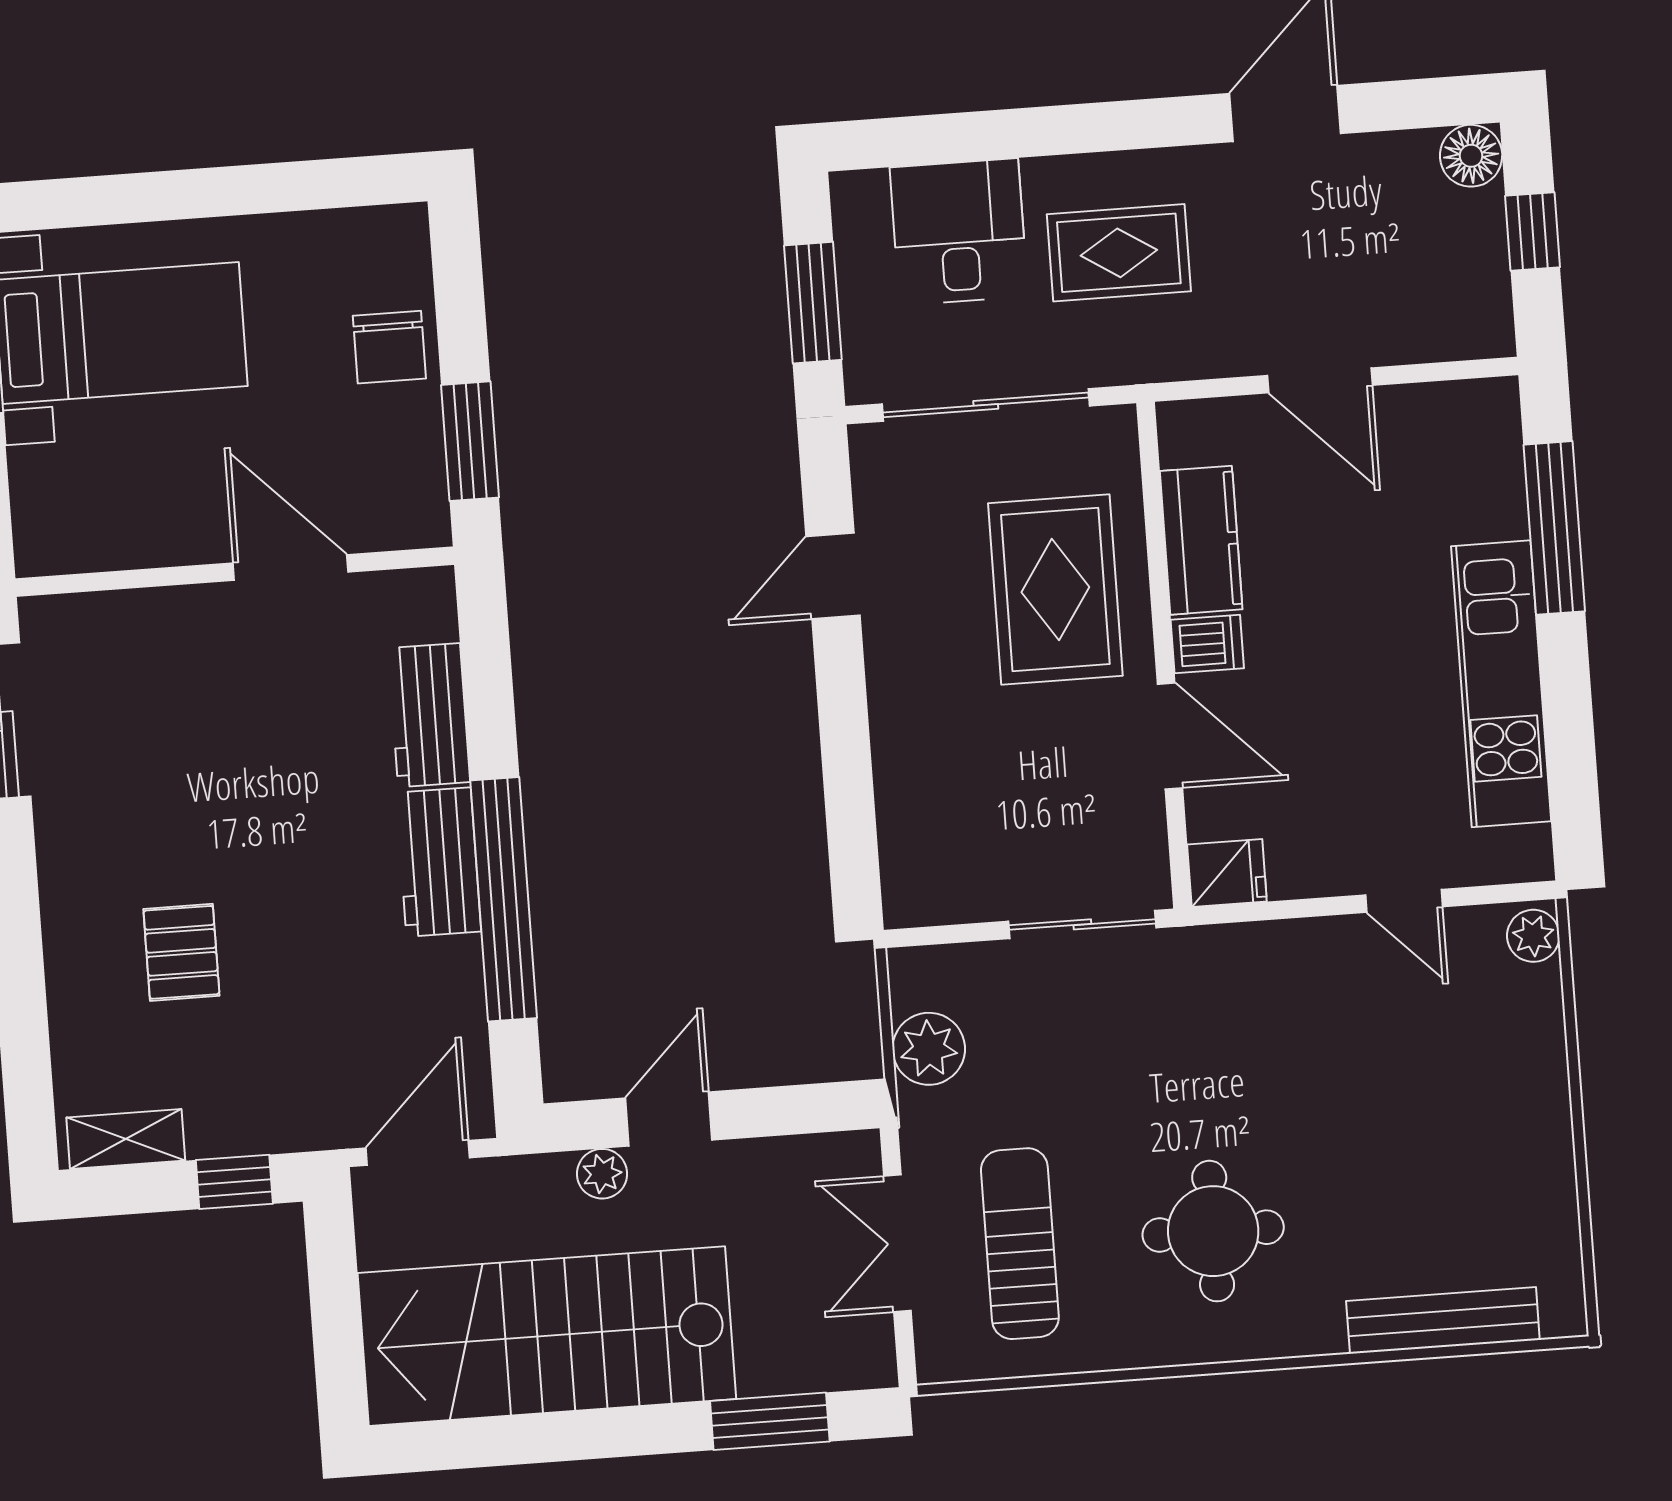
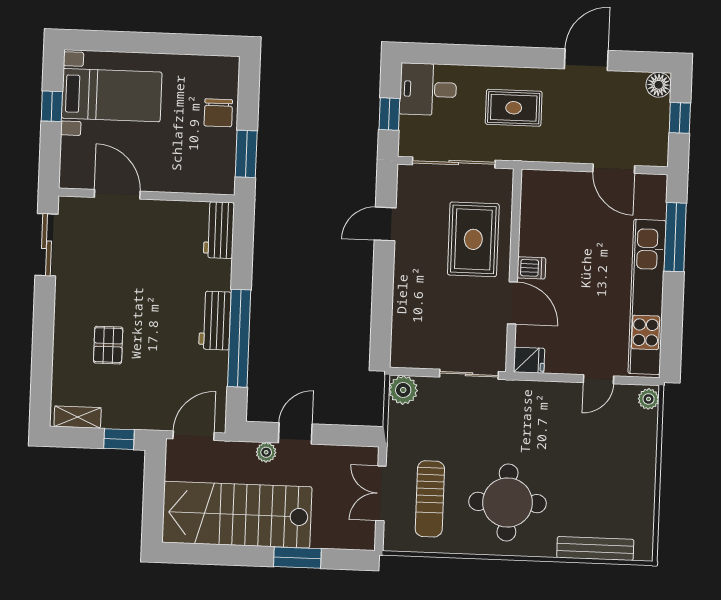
desk: (959, 232) -> (428, 89), moved, turned -90
window: (813, 303) -> (389, 114), width x0.67
door: (1320, 380) -> (614, 169), moved
kitchen counter: (1201, 540) -> (534, 226), removed
door: (291, 567) -> (117, 194), moved
kitchen unit: (1501, 684) -> (647, 297), width x1.36
workbench: (429, 715) -> (219, 230), moved
door: (1404, 901) -> (598, 379), hinge flipped
plant: (929, 1049) -> (403, 390), moved
round table: (1213, 1231) -> (508, 503), width x1.36, depth x1.36
sun lounger: (1020, 1244) -> (430, 499), turned 180
window: (770, 1421) -> (297, 558), moved

